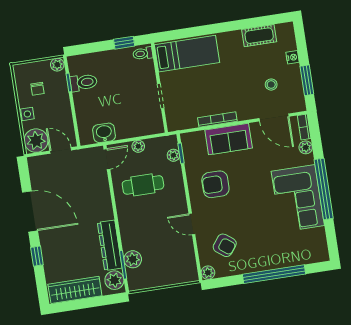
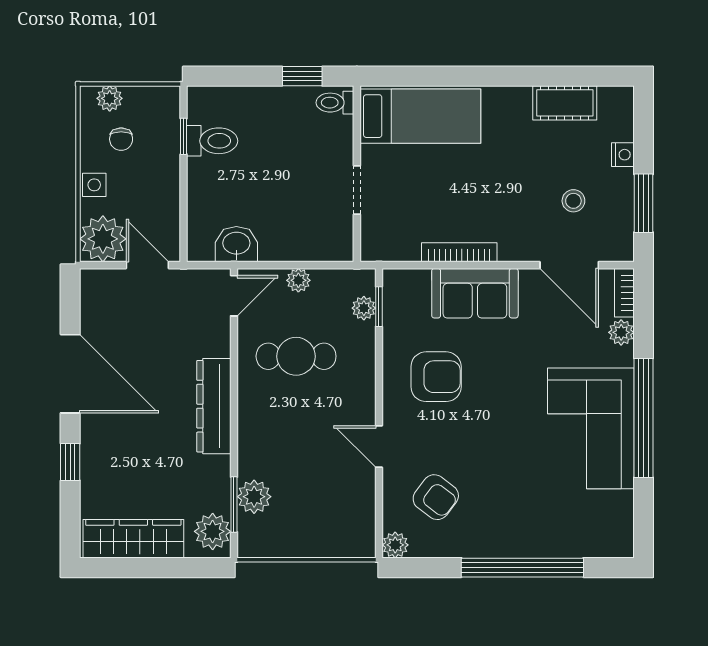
plant: (57, 65) -> (110, 98), moved
armchair: (215, 184) -> (436, 377), turned 180
dresser: (110, 245) -> (214, 406), moved

